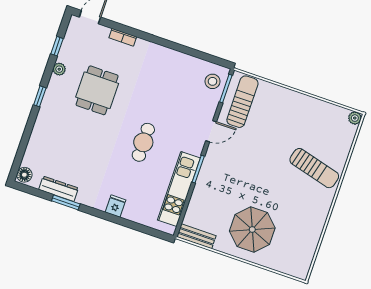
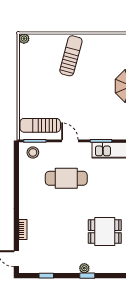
plant: (59, 69) -> (84, 268), moved
dining table: (97, 90) -> (105, 232), moved
cafe table: (143, 142) -> (66, 178), moved, width x1.37, depth x1.35

